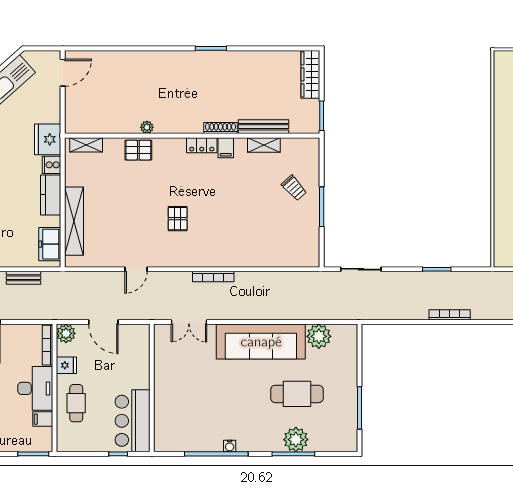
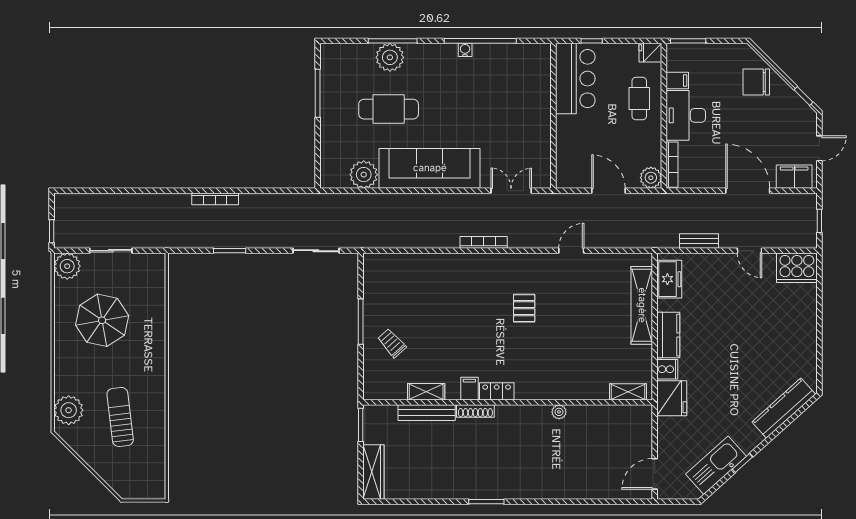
pallet: (138, 150) -> (569, 386), removed
fridge: (66, 365) -> (650, 53), moved

